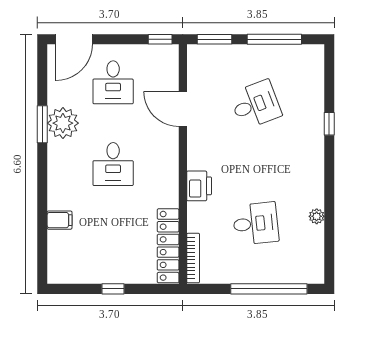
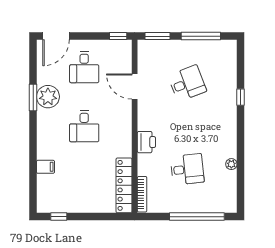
window: (113, 289) -> (59, 217), moved

